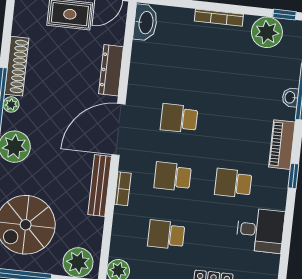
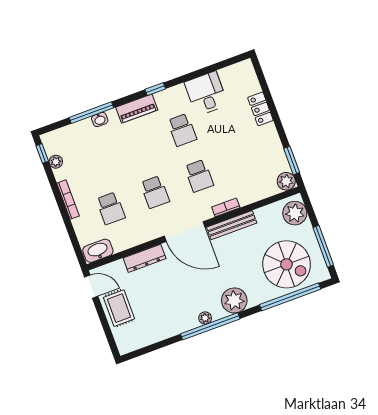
plant: (267, 32) -> (56, 162), width x0.53, depth x0.53
shoe rack: (17, 66) -> (176, 328), removed
school desk: (166, 235) -> (111, 208), moved

